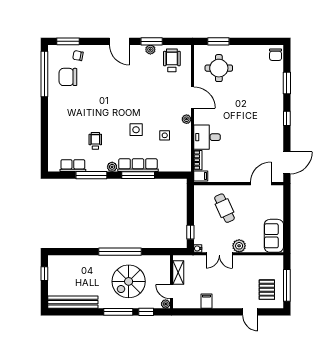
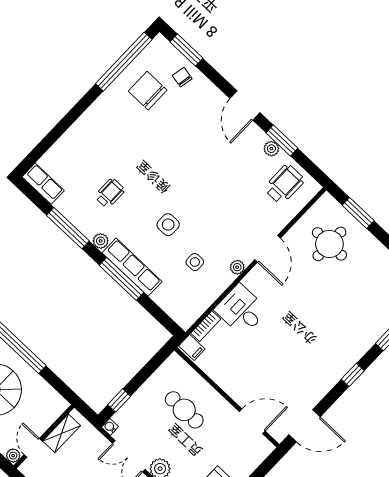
row of seats: (73, 166) -> (43, 184), moved
cafe table: (224, 208) -> (184, 410), turned -65

